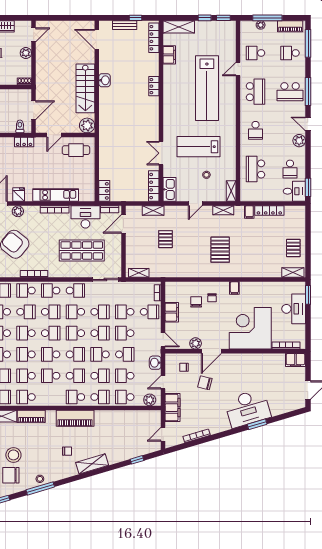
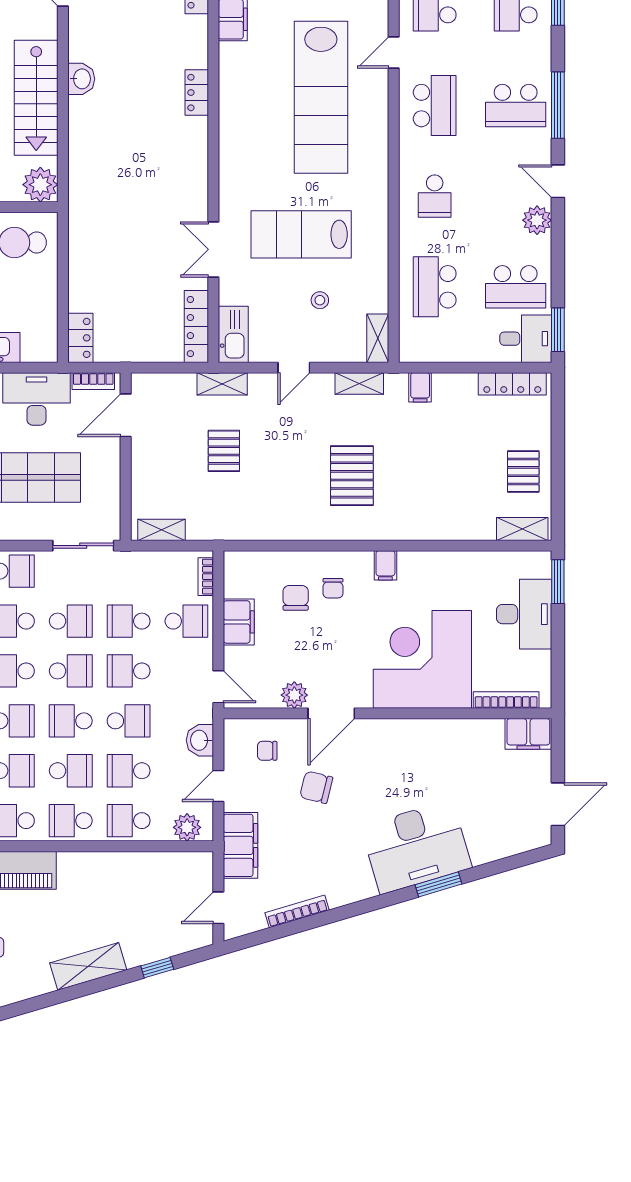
school desk: (290, 169) -> (516, 287), width x1.85
shelving: (153, 211) -> (222, 384), moved
locker: (269, 211) -> (512, 384), moved
school desk: (100, 397) -> (71, 821), turned 180
shelving: (92, 464) -> (88, 966), moved

